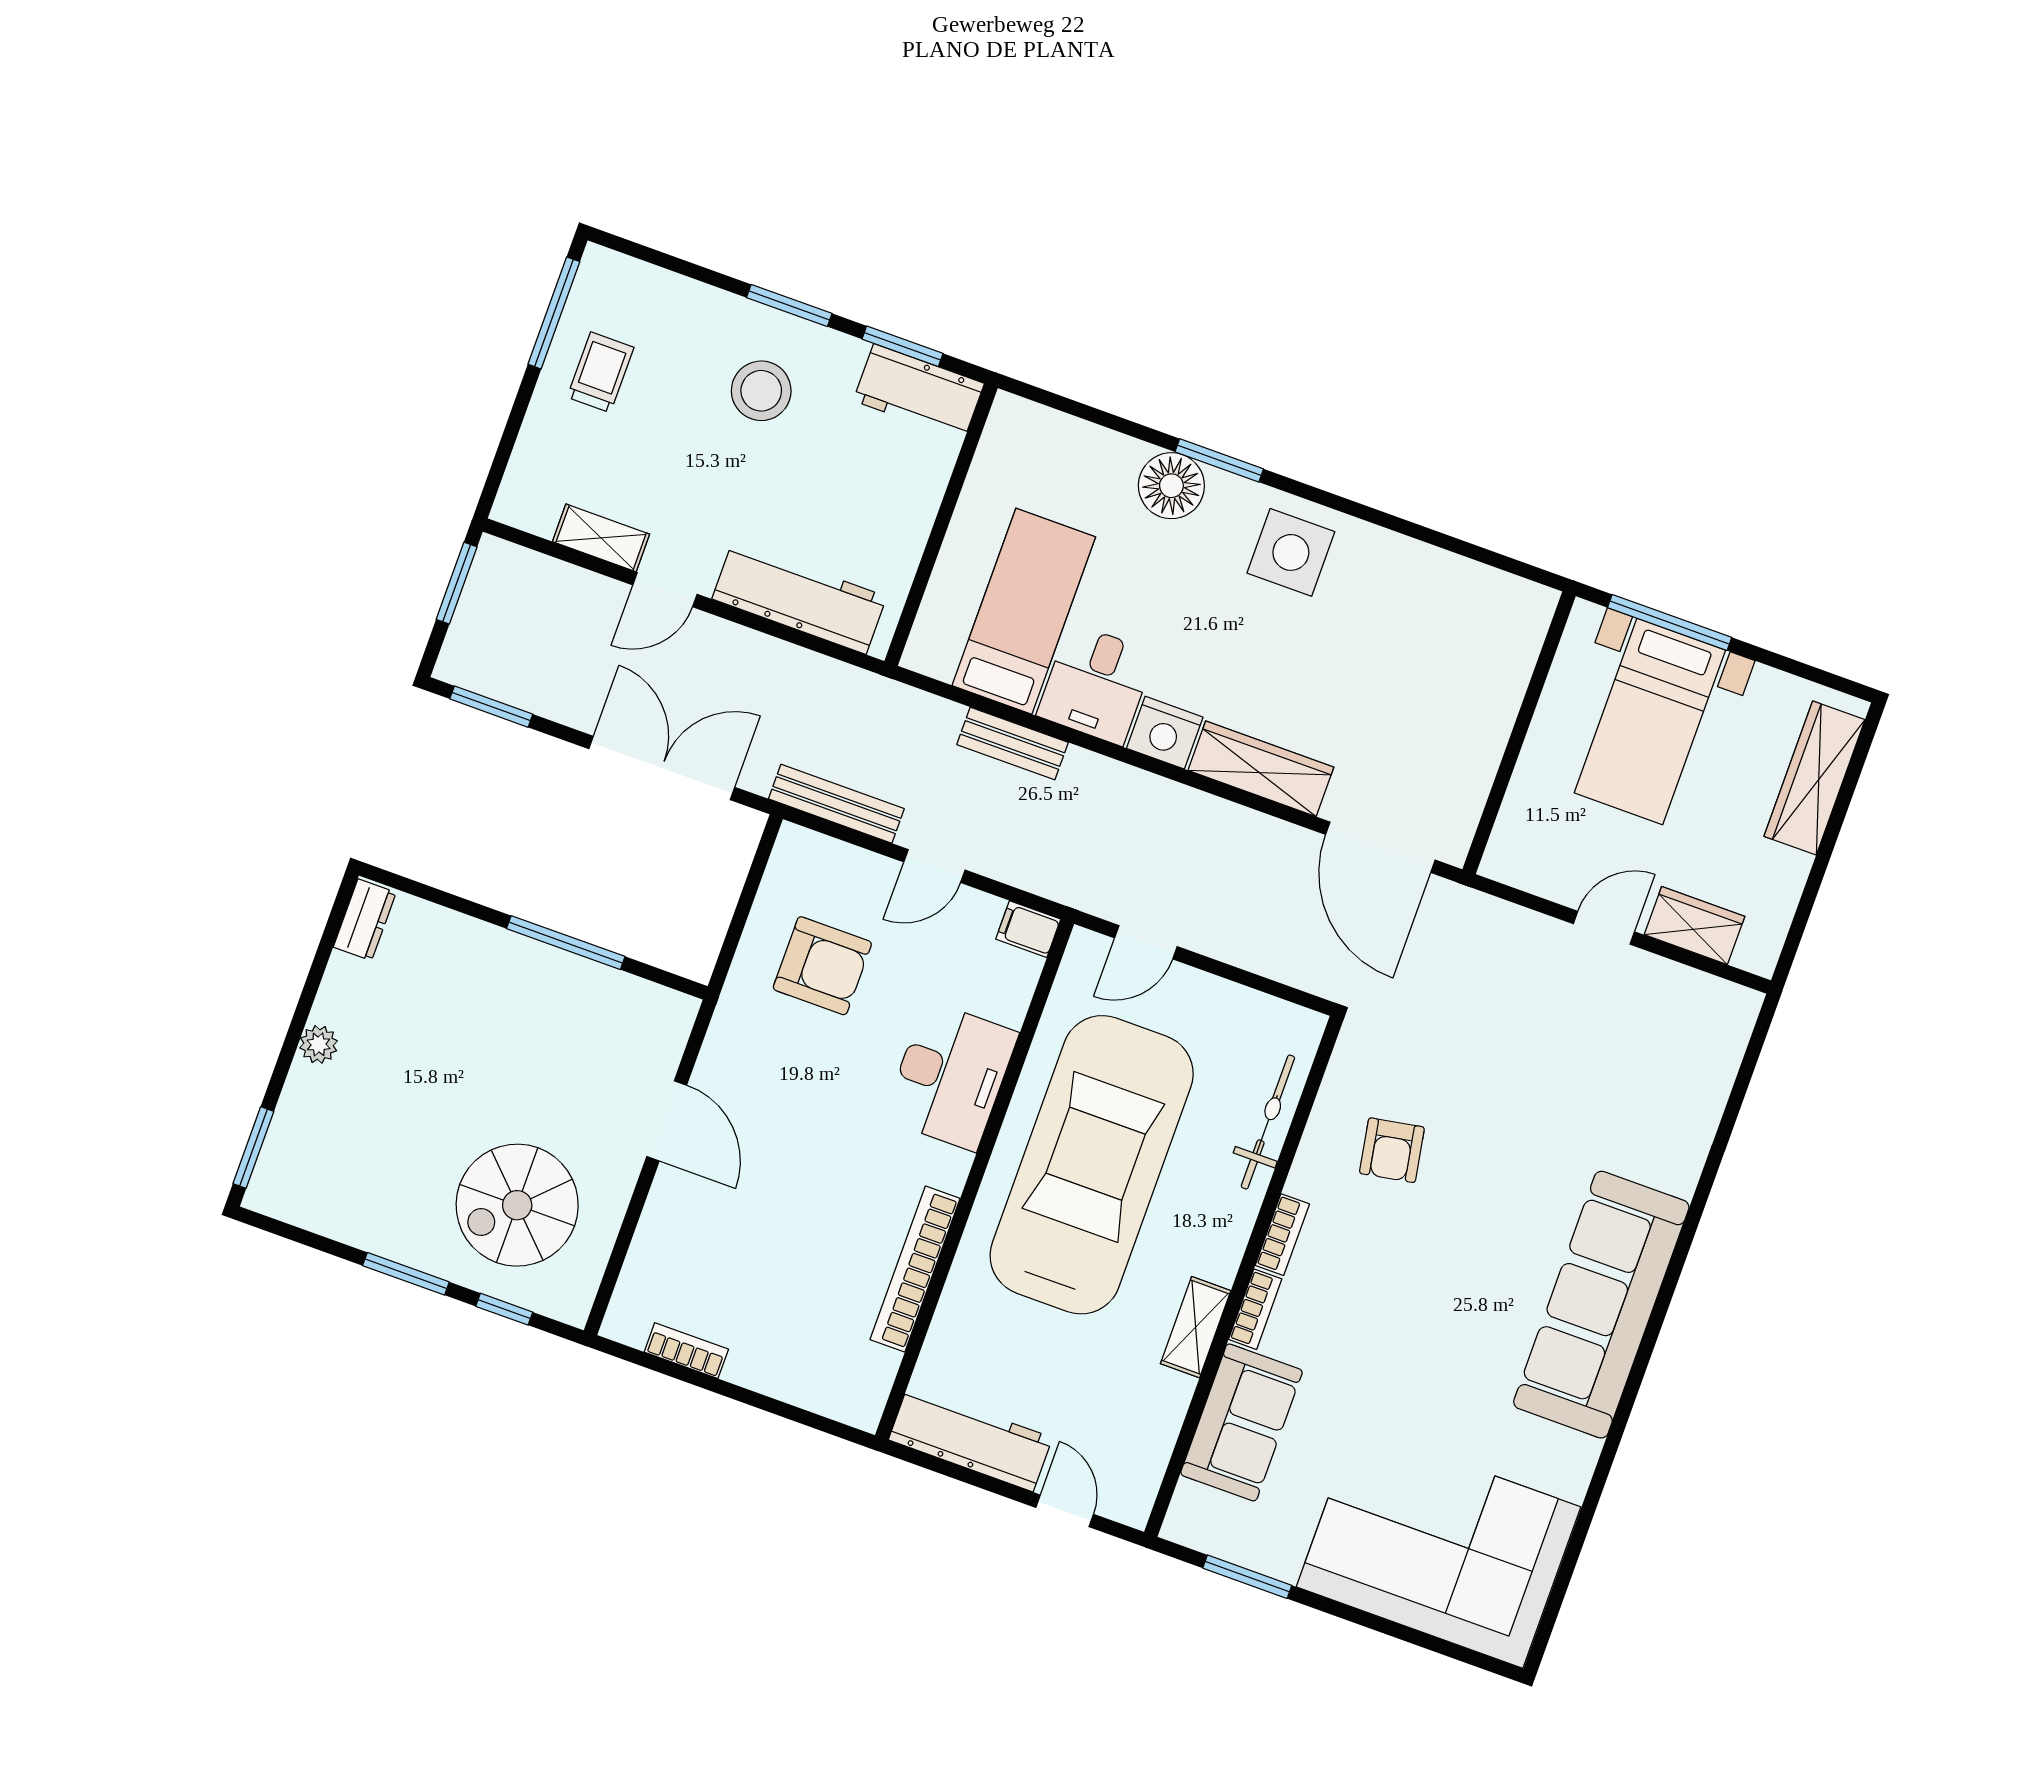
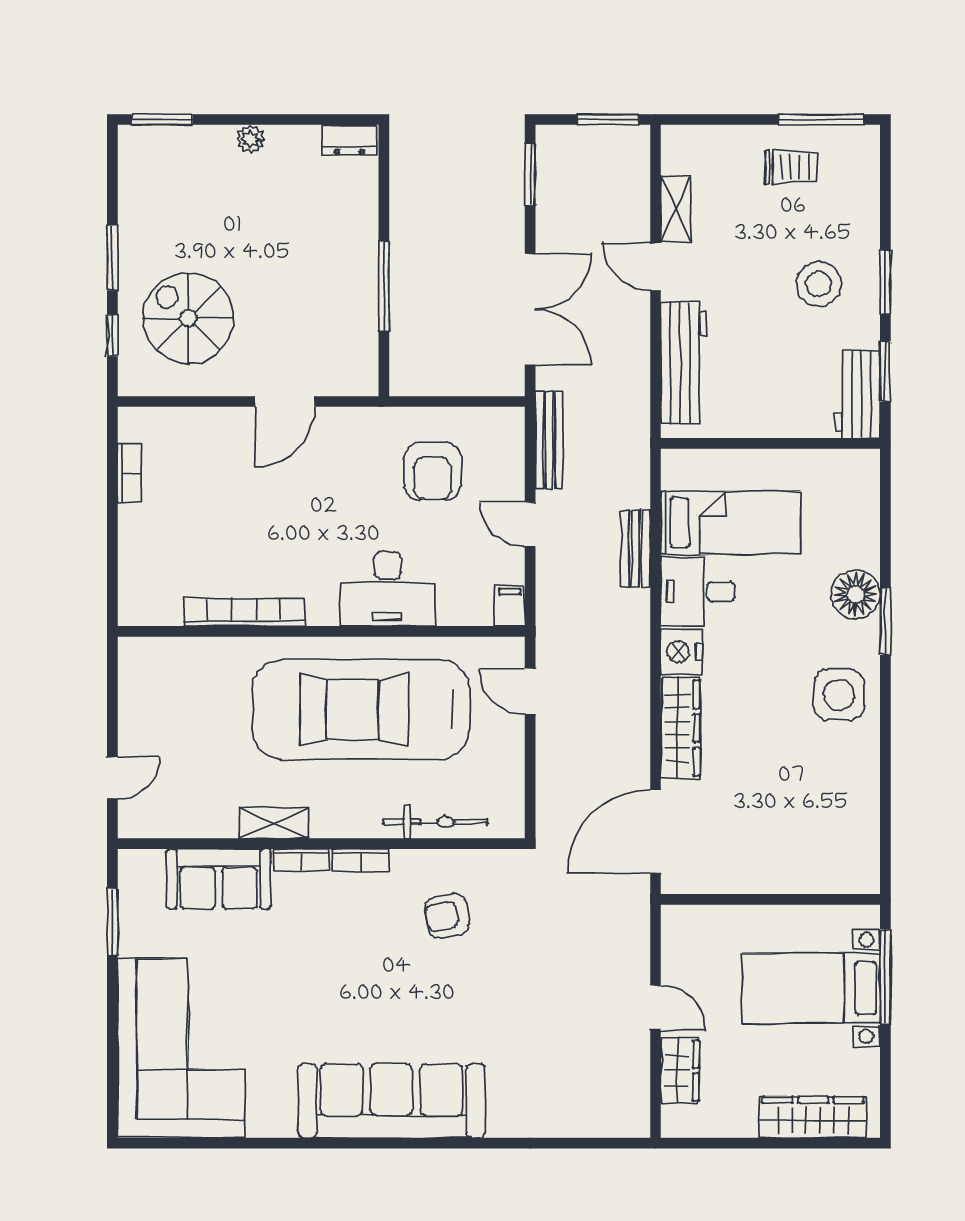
car: (1092, 1165) -> (361, 709), turned 180
workbench: (970, 1439) -> (139, 694), removed

